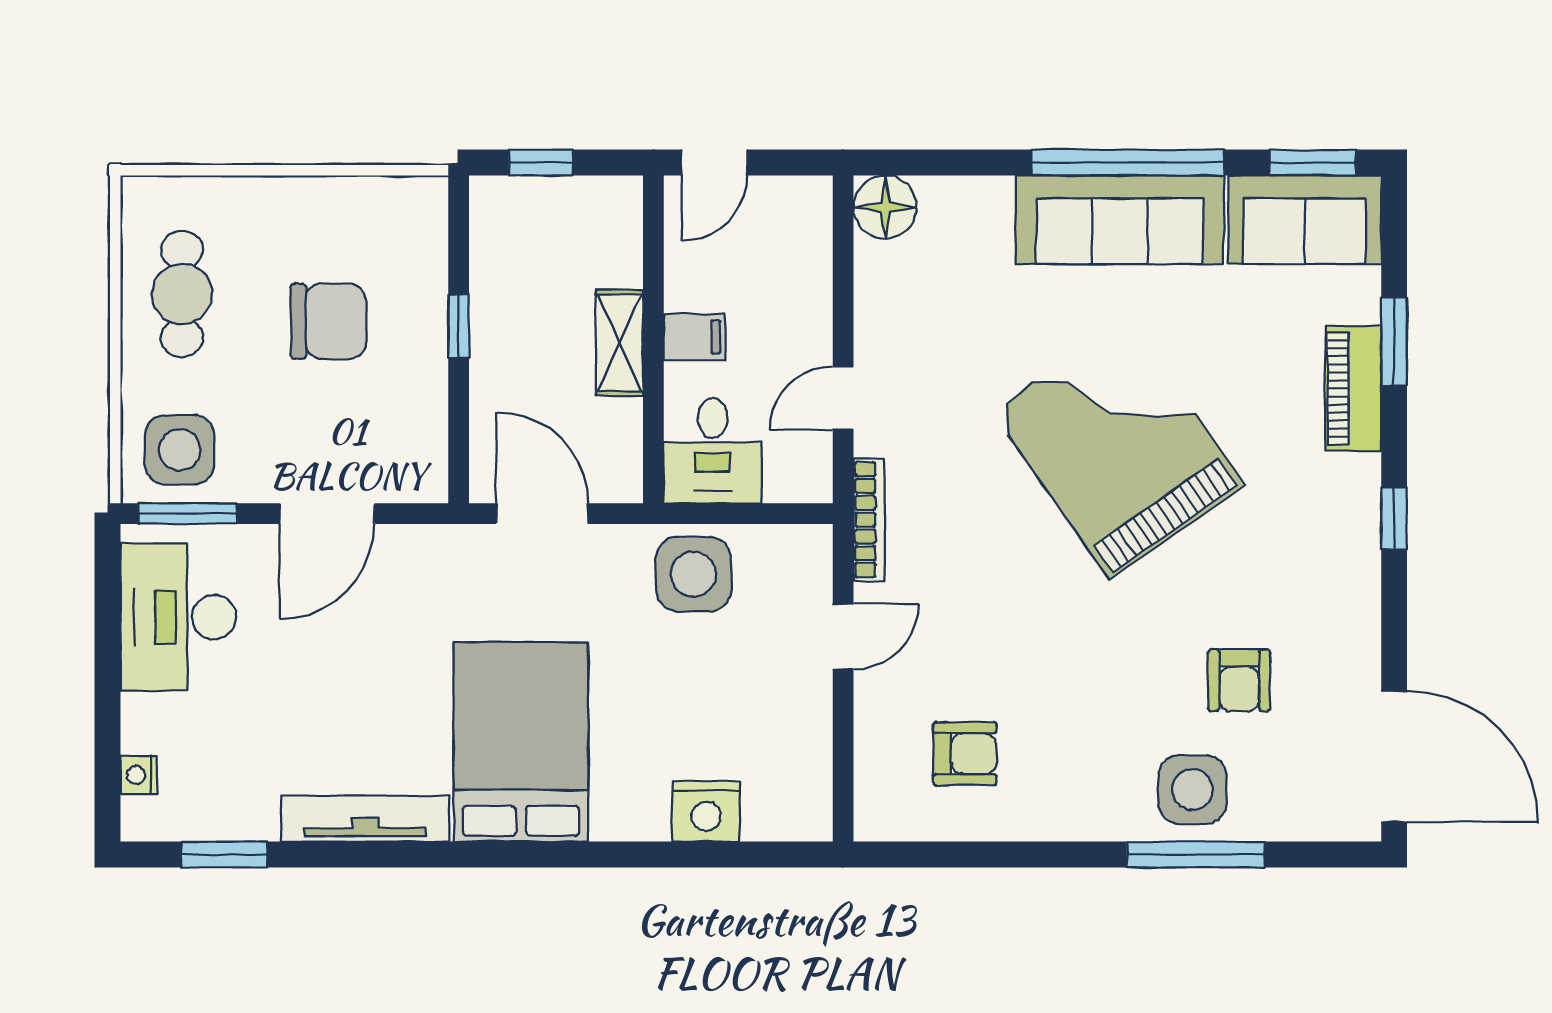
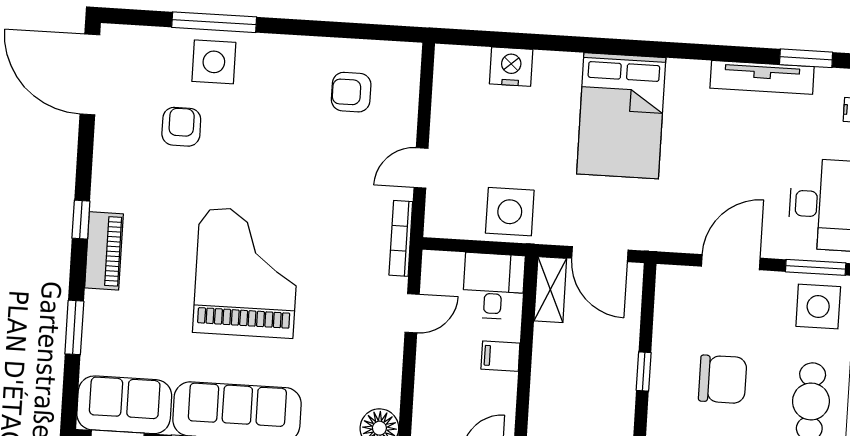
chair: (329, 321) -> (723, 379), turned 180
shelving: (619, 343) -> (550, 290), moved
piano: (1353, 388) -> (104, 251), moved
grand piano: (1118, 448) -> (246, 273), turned -145
tv unit: (365, 819) -> (762, 77), moved

